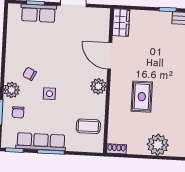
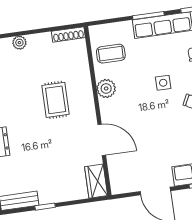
plant: (98, 86) -> (106, 88), moved
plant: (158, 145) -> (19, 43), width x0.53, depth x0.53
shoe rack: (117, 149) -> (68, 34), width x1.43

